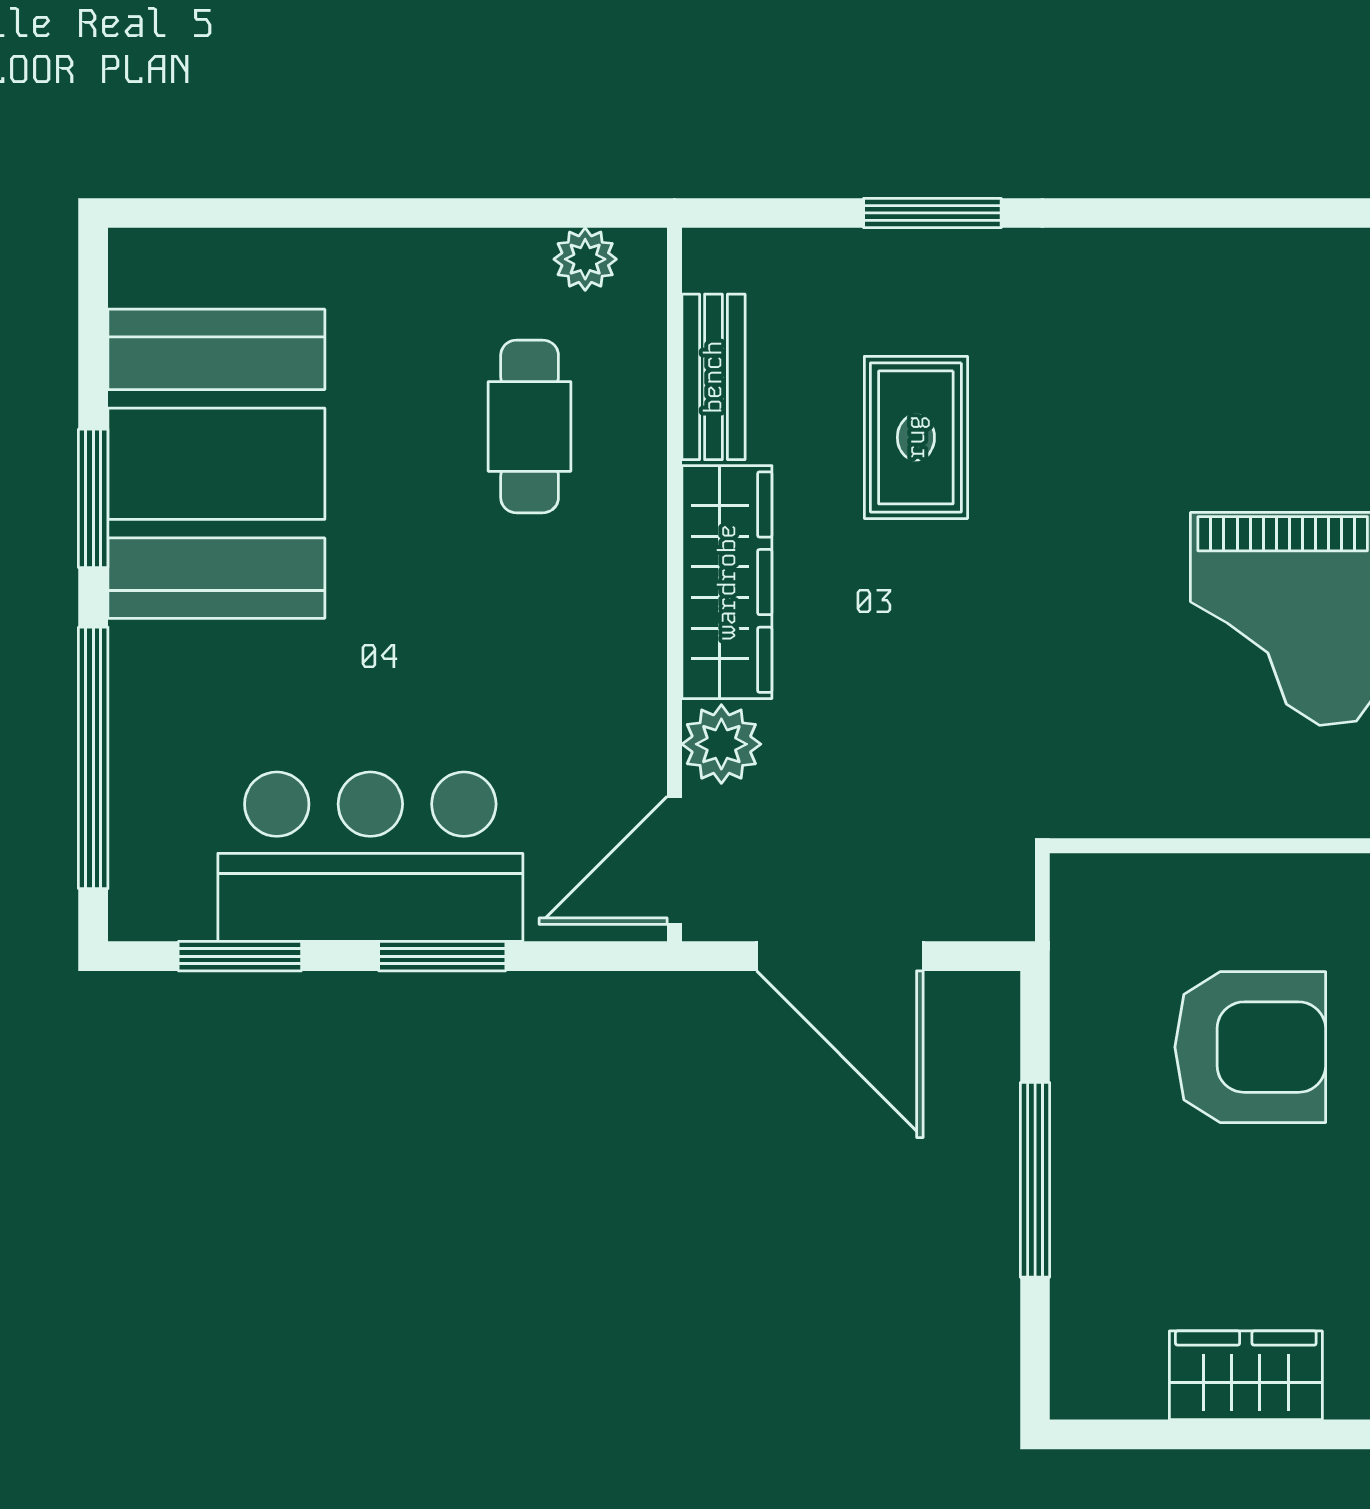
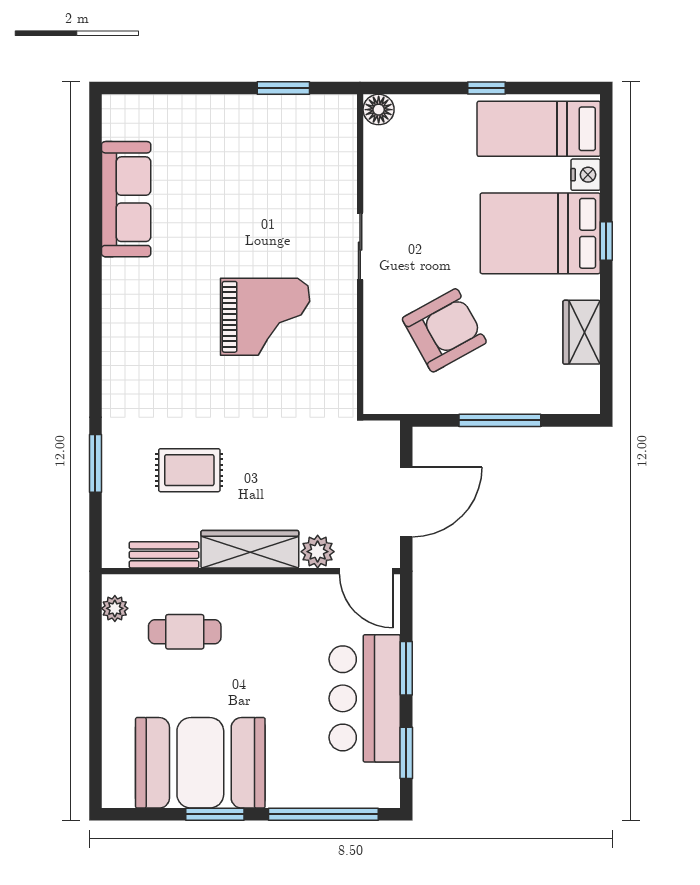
armchair: (1250, 1047) -> (444, 330), turned 61

